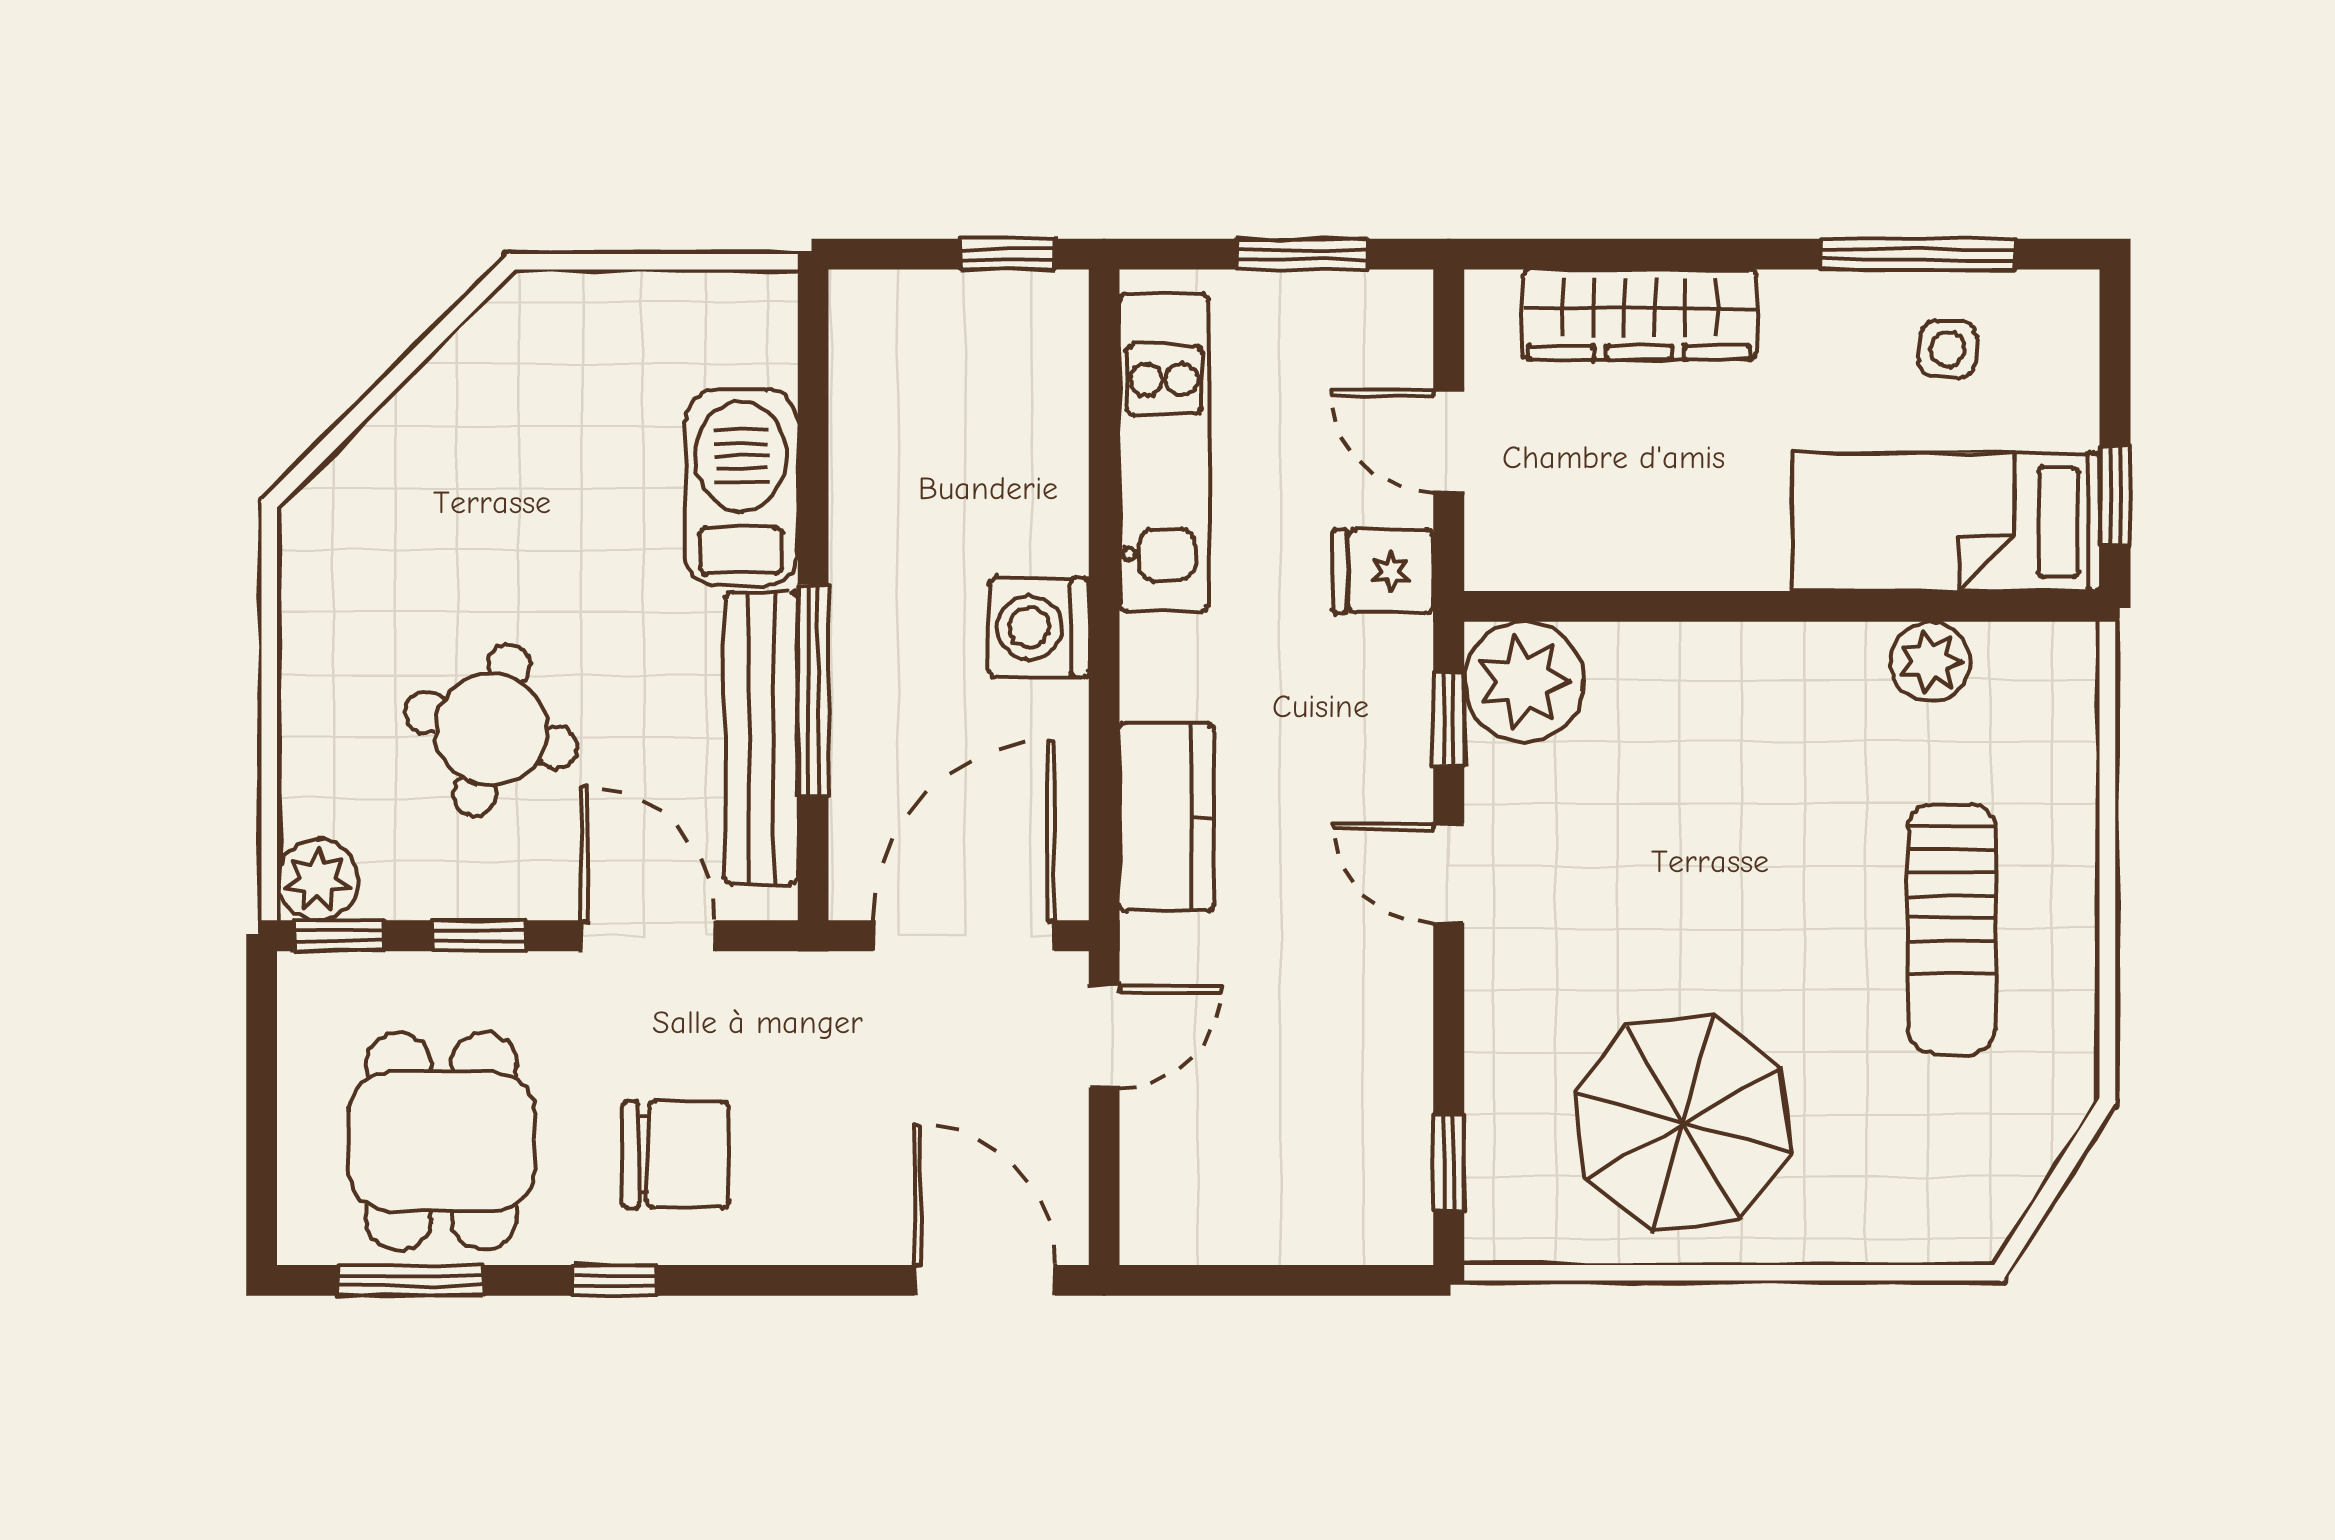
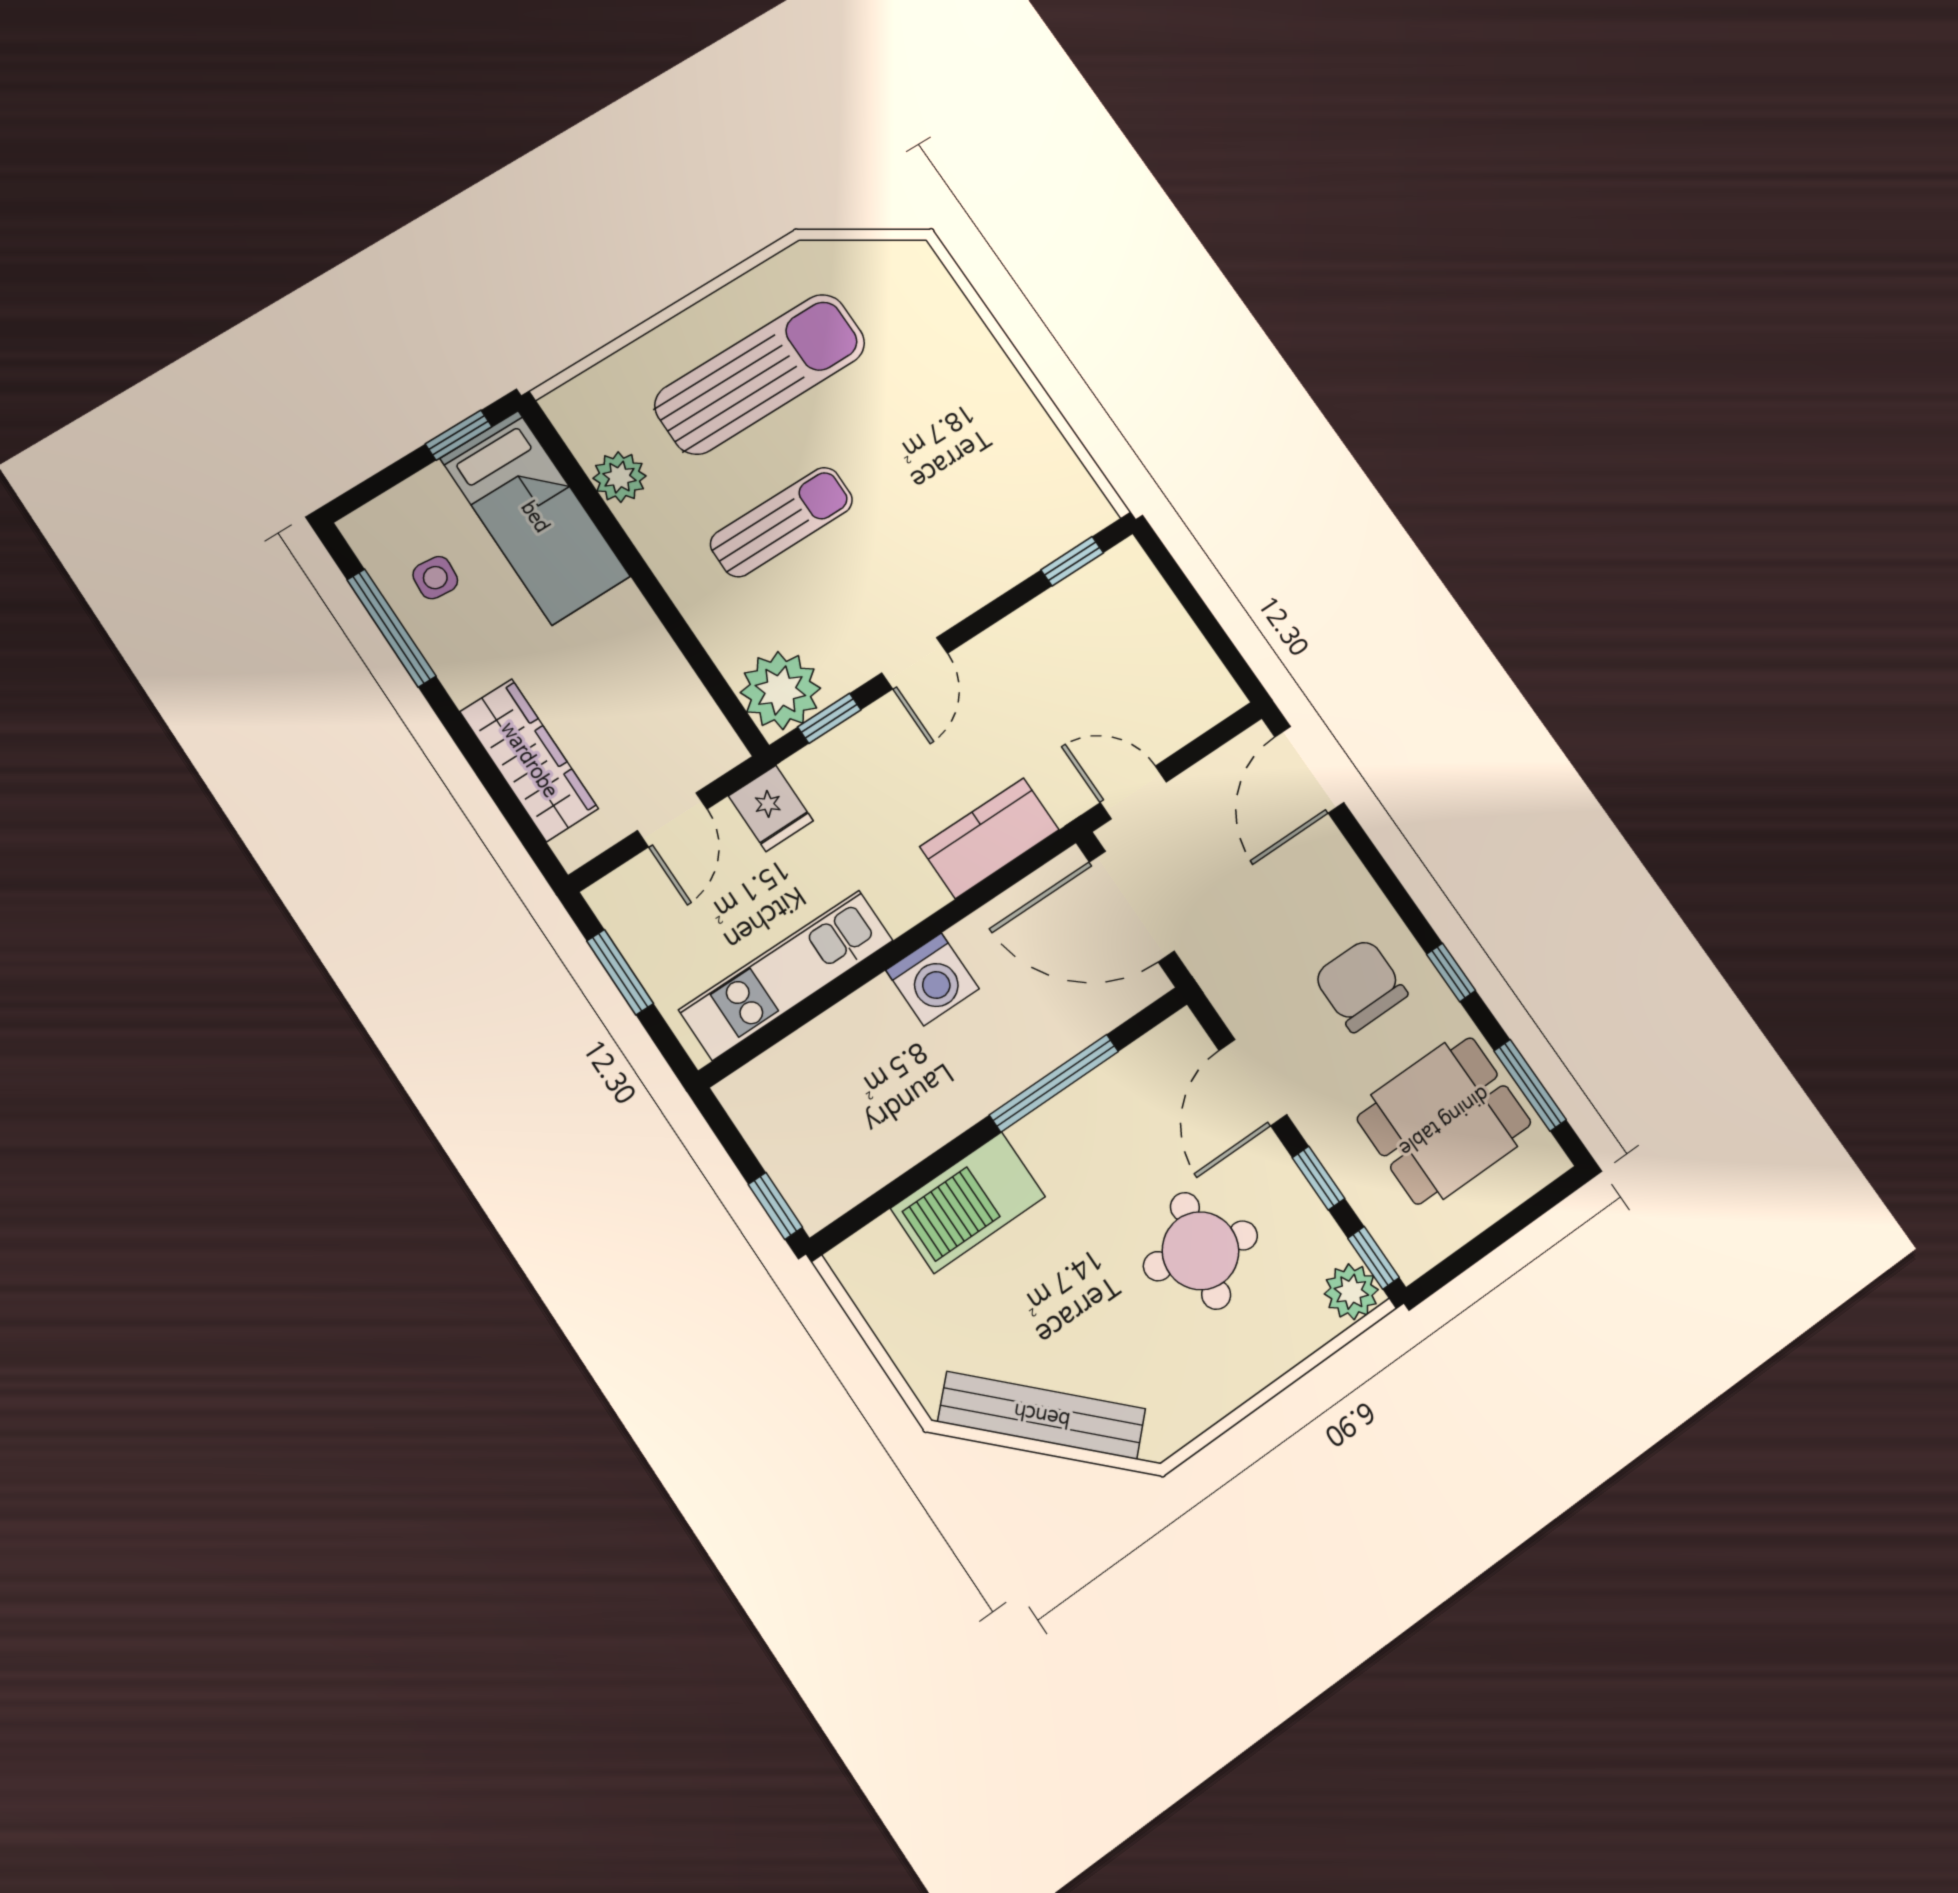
window: (1008, 254) -> (775, 1206), moved
bench: (761, 738) -> (1042, 1415), moved, turned 45
sun lounger: (1740, 827) -> (782, 522), added
sun lounger: (1952, 929) -> (760, 374), width x1.36, depth x1.34
parasol: (1683, 1123) -> (964, 450), removed

